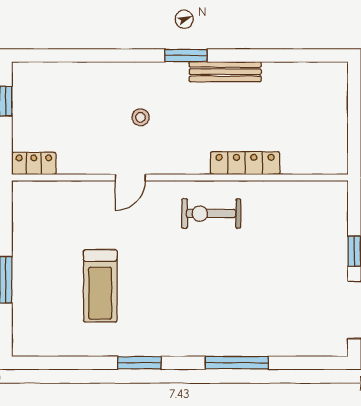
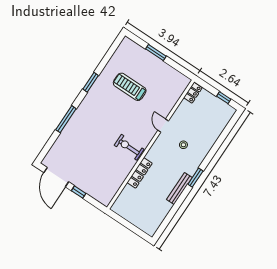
exercise bike: (211, 214) -> (129, 147), turned -90

